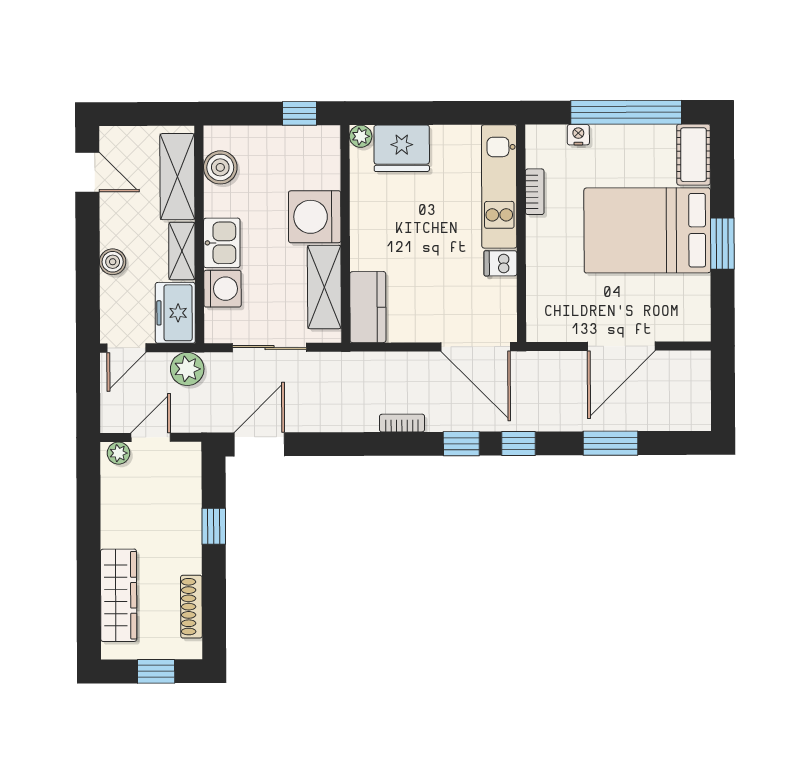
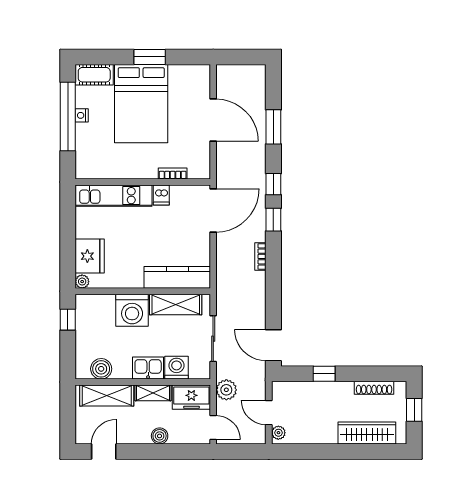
nightstand: (578, 135) -> (82, 115), moved
bookcase: (535, 192) -> (173, 173), moved
kitchen counter: (368, 307) -> (177, 277), width x1.50

